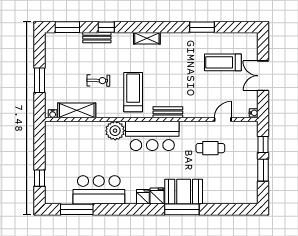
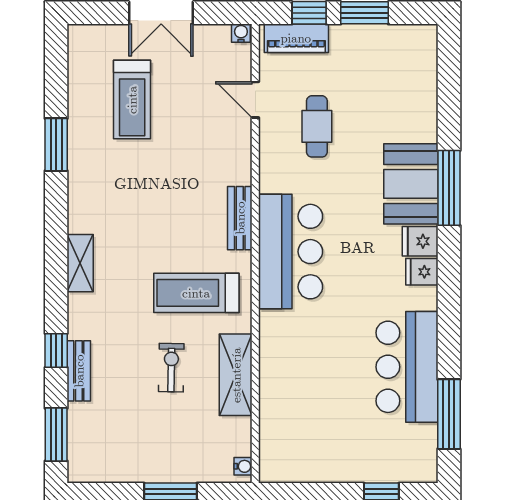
shelving: (77, 110) -> (236, 375), moved
plant: (115, 131) -> (279, 332), removed
piano: (251, 139) -> (296, 38), added

